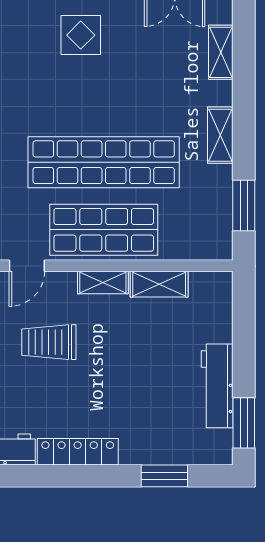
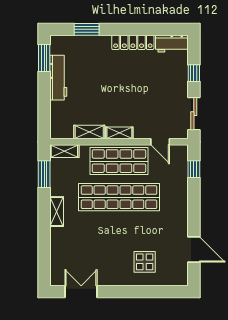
display table: (81, 35) -> (145, 262), moved
shelving: (221, 52) -> (64, 151), moved, turned 90
door: (27, 266) -> (160, 142), swing flipped
trolley: (49, 342) -> (148, 101), removed

